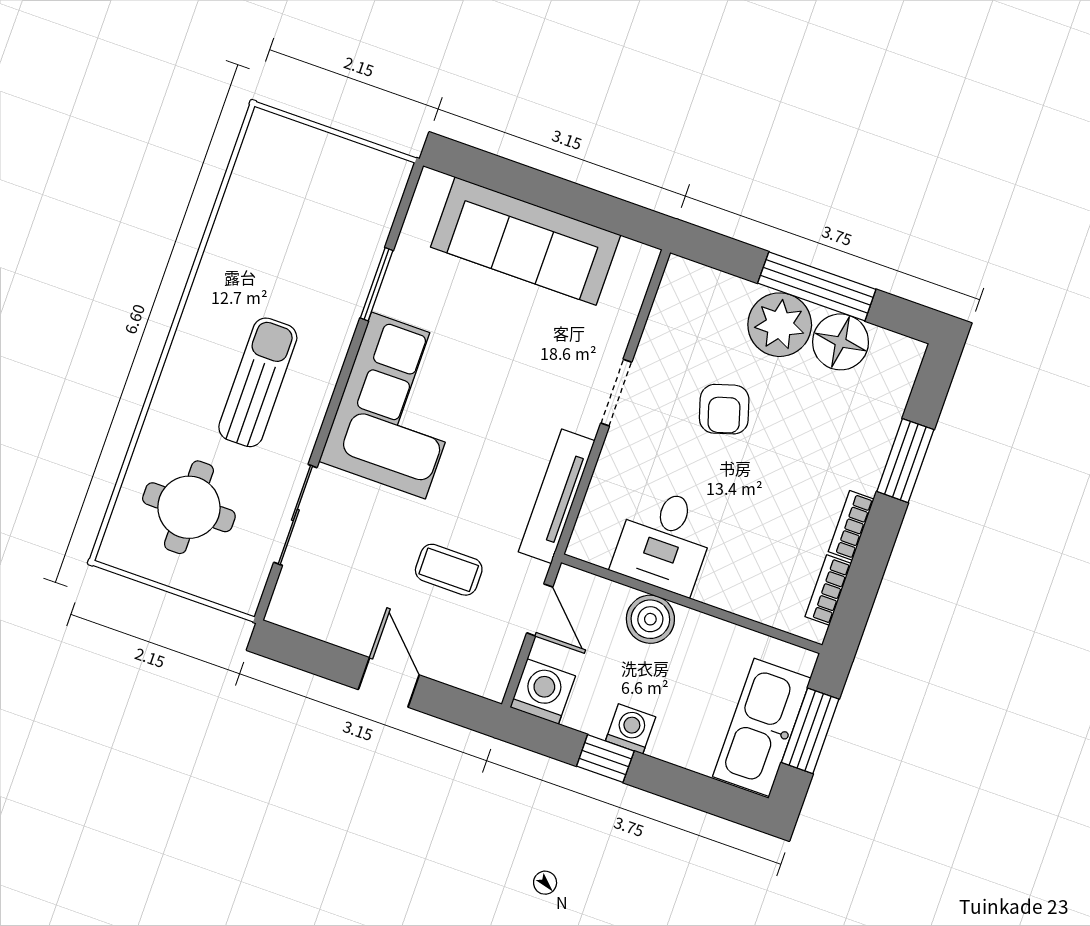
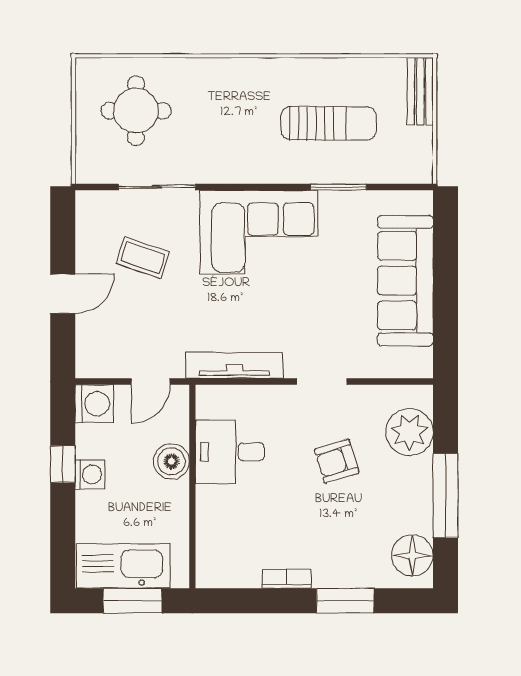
bench: (291, 137) -> (420, 91), added
plant: (780, 325) -> (409, 432), moved
floor lamp: (841, 342) -> (412, 555), moved
sun lounger: (258, 382) -> (329, 123), moved
coffee table: (449, 570) -> (143, 258), moved, turned -71
bookcase: (828, 590) -> (236, 579), removed

